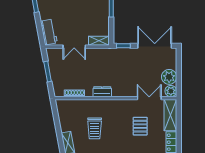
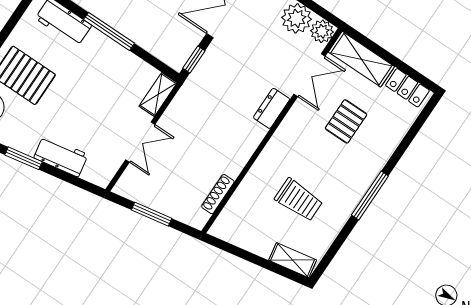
workbench: (49, 32) -> (61, 156), moved
dresser: (102, 92) -> (272, 108), moved
double door: (149, 98) -> (309, 75), swing flipped
pallet: (140, 126) -> (346, 121), turned 90

